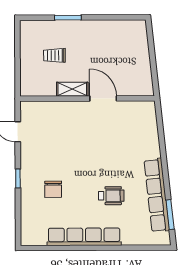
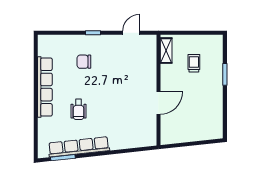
shelving: (72, 89) -> (166, 51), moved

